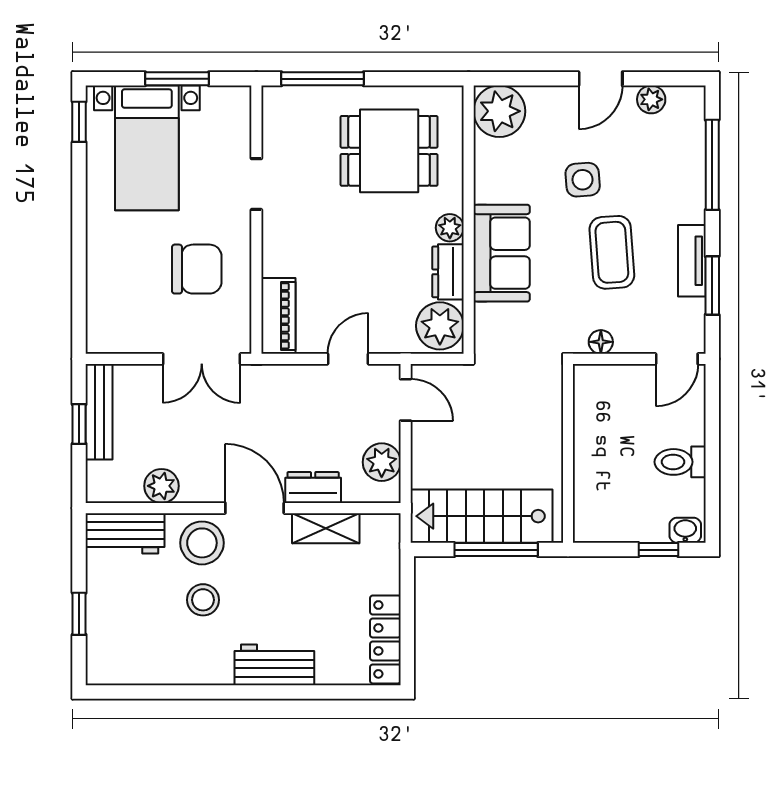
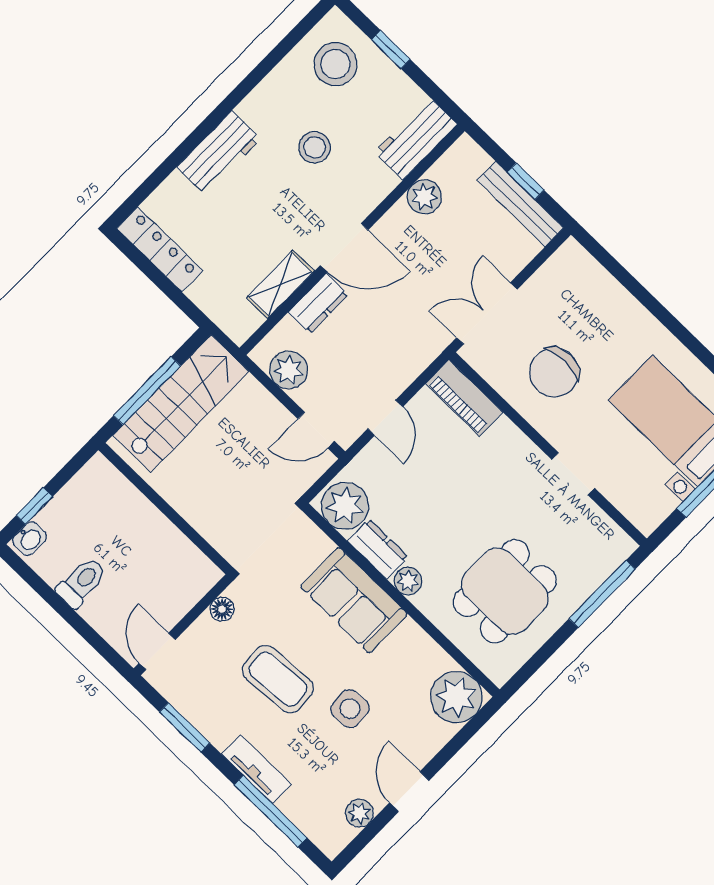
tv unit: (692, 261) -> (256, 769), moved
stool: (202, 543) -> (335, 64), moved

